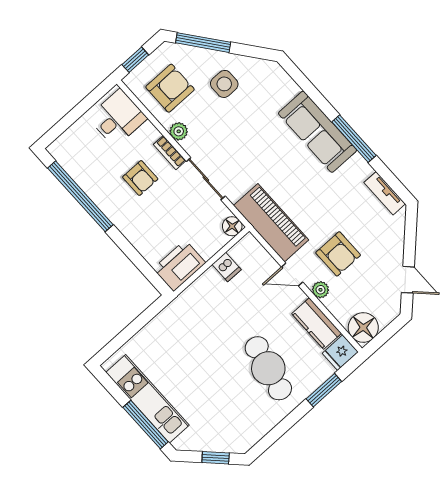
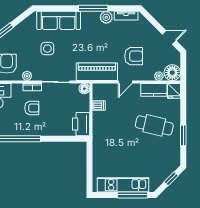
side table: (224, 84) -> (47, 49), moved
sofa: (317, 132) -> (59, 20), moved
plant: (358, 168) -> (106, 17), added
plant: (320, 290) -> (159, 76), moved
window: (324, 390) -> (183, 135), moved

